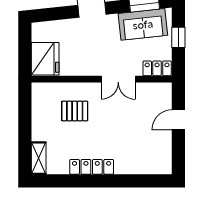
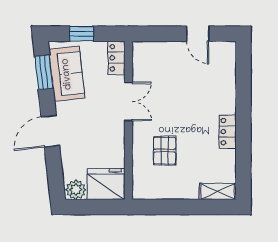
plant: (40, 32) -> (76, 190), added
door: (178, 120) -> (198, 34), moved
locker: (92, 167) -> (228, 132), width x0.66

